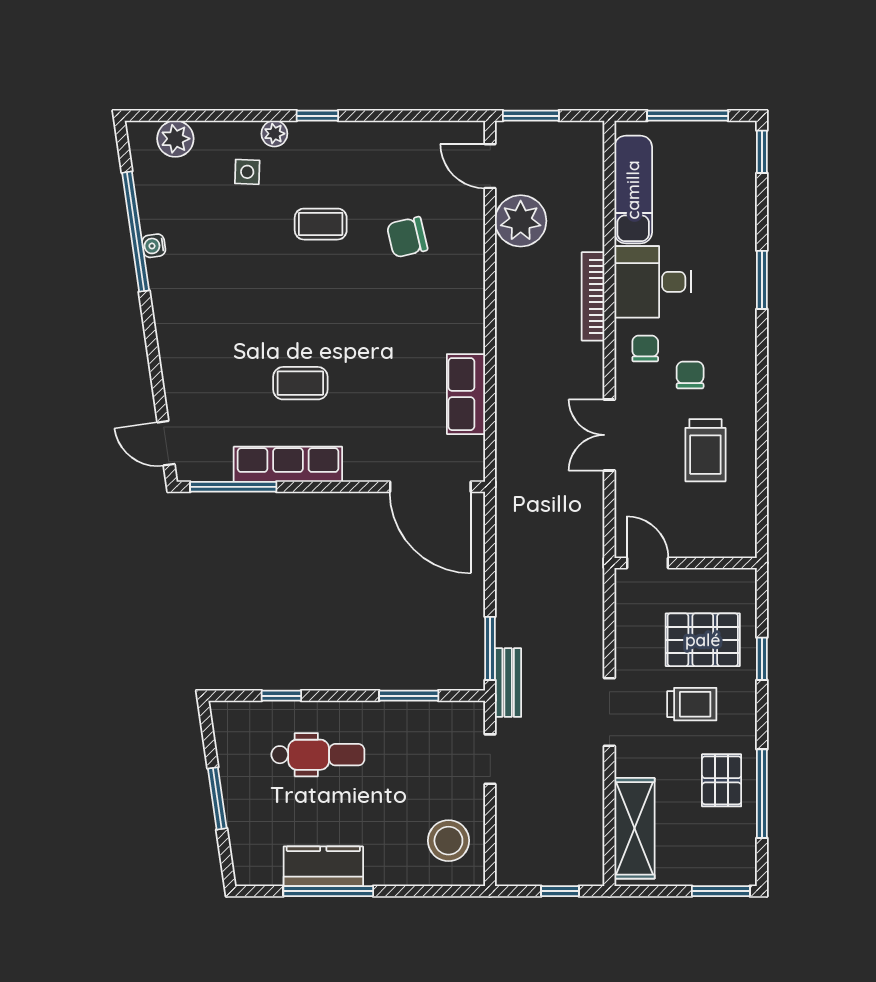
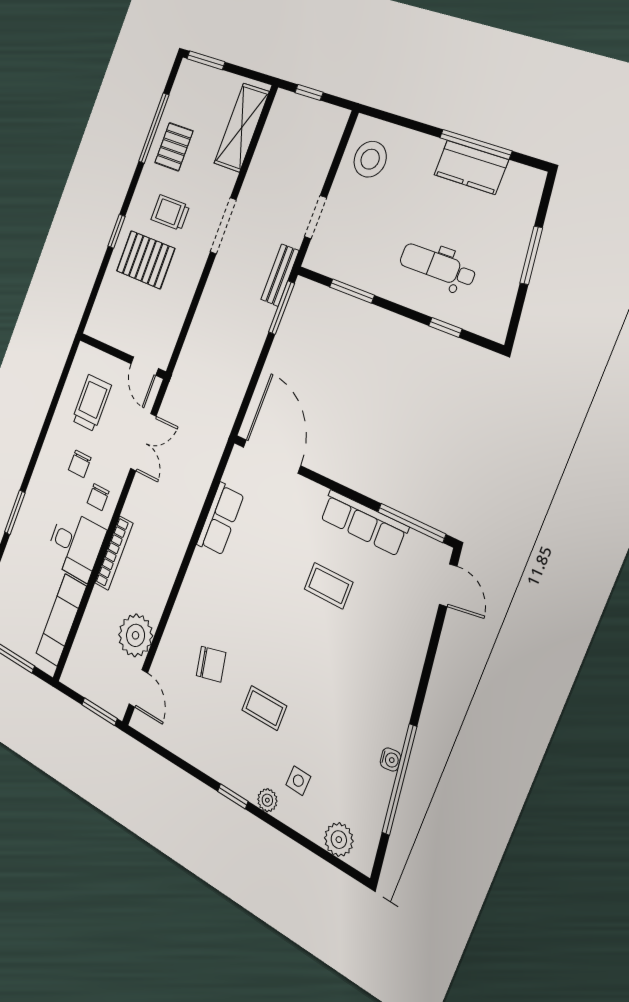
door: (647, 563) -> (145, 366), moved
wall: (686, 563) -> (122, 356), moved

